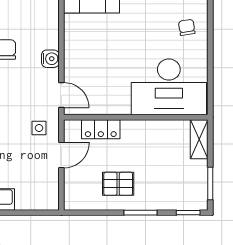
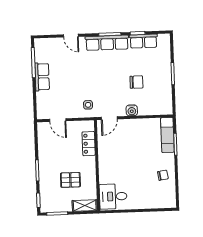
chair: (187, 27) -> (163, 175), moved
desk: (169, 87) -> (113, 196), width x0.53, depth x0.77
door: (61, 155) -> (58, 120), moved
pallet: (118, 184) -> (70, 180), moved, turned 90

